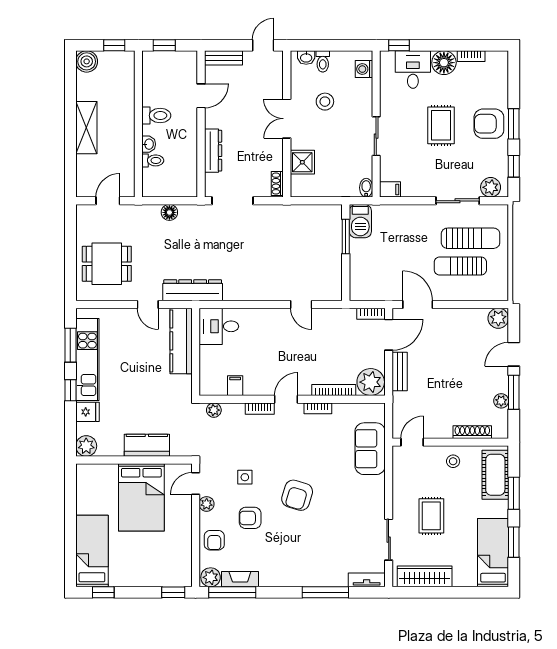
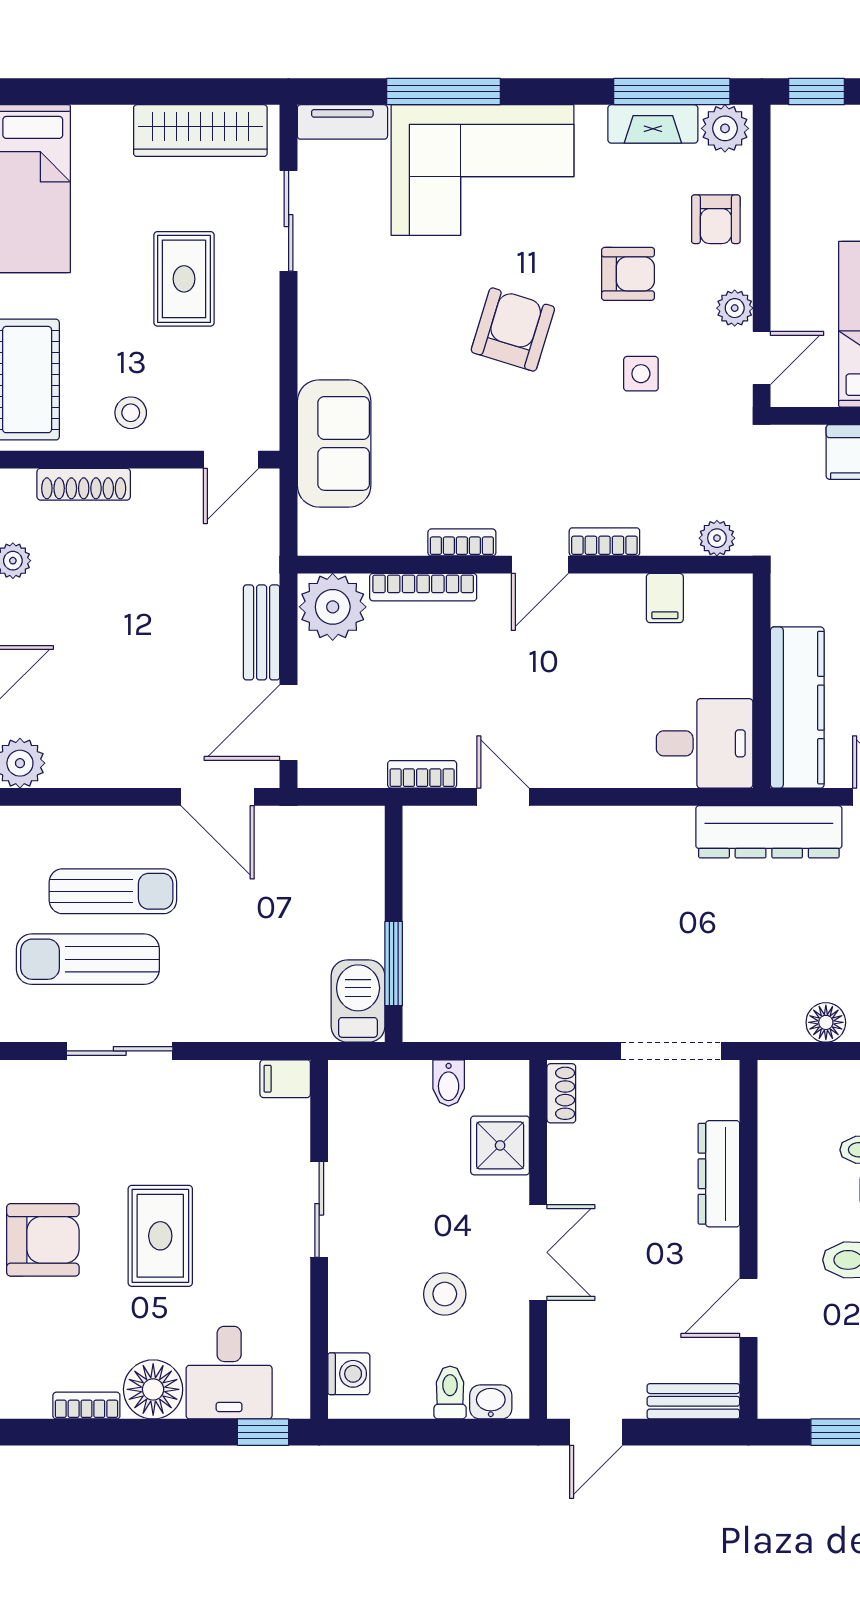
plant: (491, 187) -> (39, 1084), removed
bidet: (366, 188) -> (449, 1083), moved
bookcase: (371, 314) -> (422, 774), moved
armchair: (214, 540) -> (716, 219), turned 180
corner sofa: (310, 560) -> (482, 170), added

